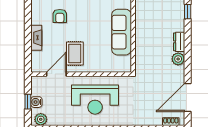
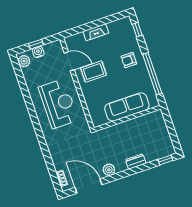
armchair: (60, 16) -> (129, 60), moved
plant: (178, 59) -> (109, 170), moved
reception desk: (95, 100) -> (58, 104), turned 180

